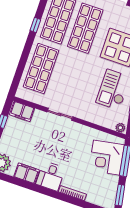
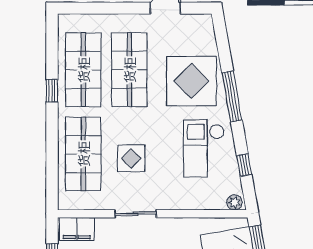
display table: (68, 81) -> (131, 158), added

